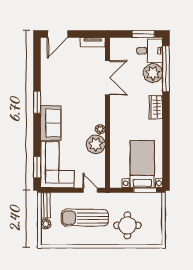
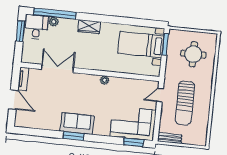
door: (58, 34) -> (13, 100), moved
plant: (153, 73) -> (54, 22), width x0.53, depth x0.53
sofa: (51, 123) -> (77, 124), moved
plant: (96, 144) -> (118, 86), removed
plant: (46, 224) -> (187, 140), removed
round table: (127, 225) -> (193, 54), moved

